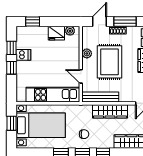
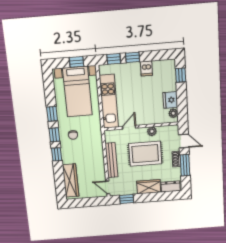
window: (12, 48) -> (114, 59), moved
bench: (100, 97) -> (111, 160), moved
wardrobe: (110, 111) -> (98, 158), removed

